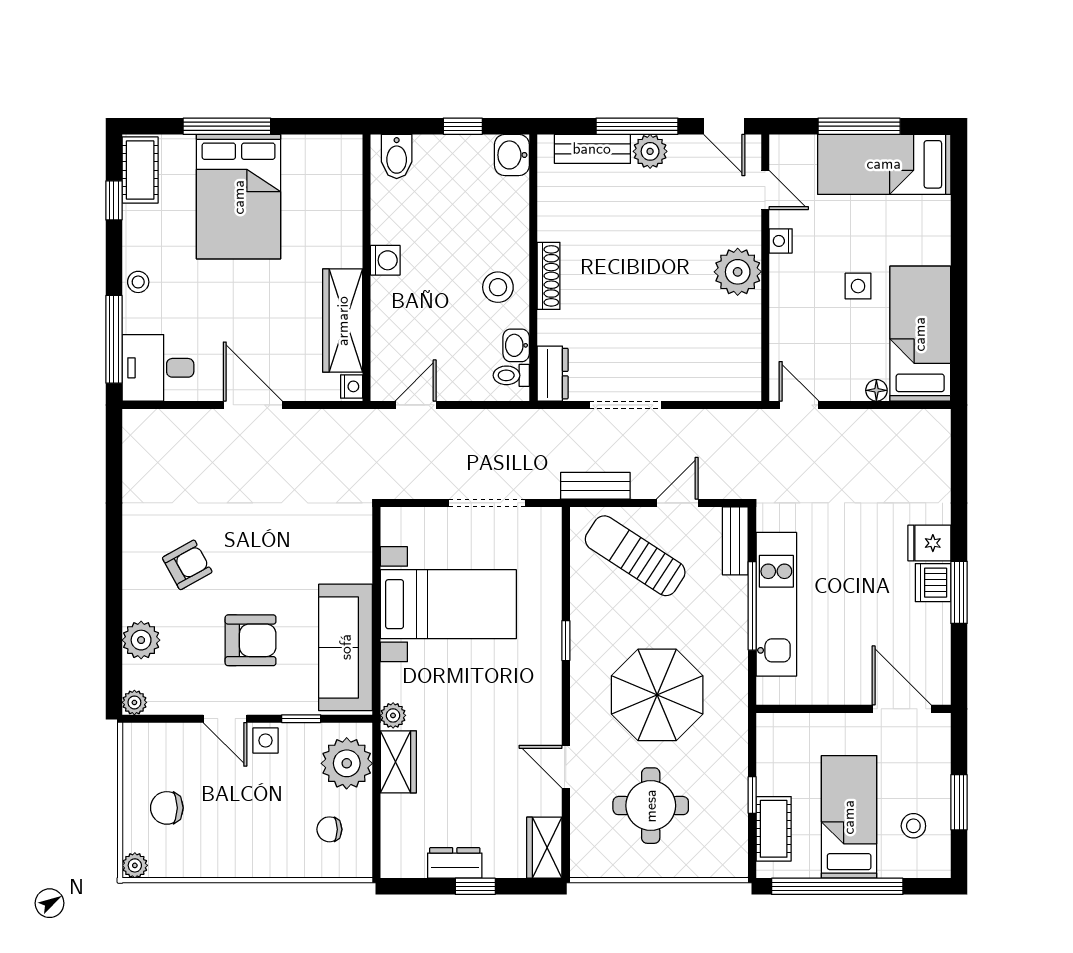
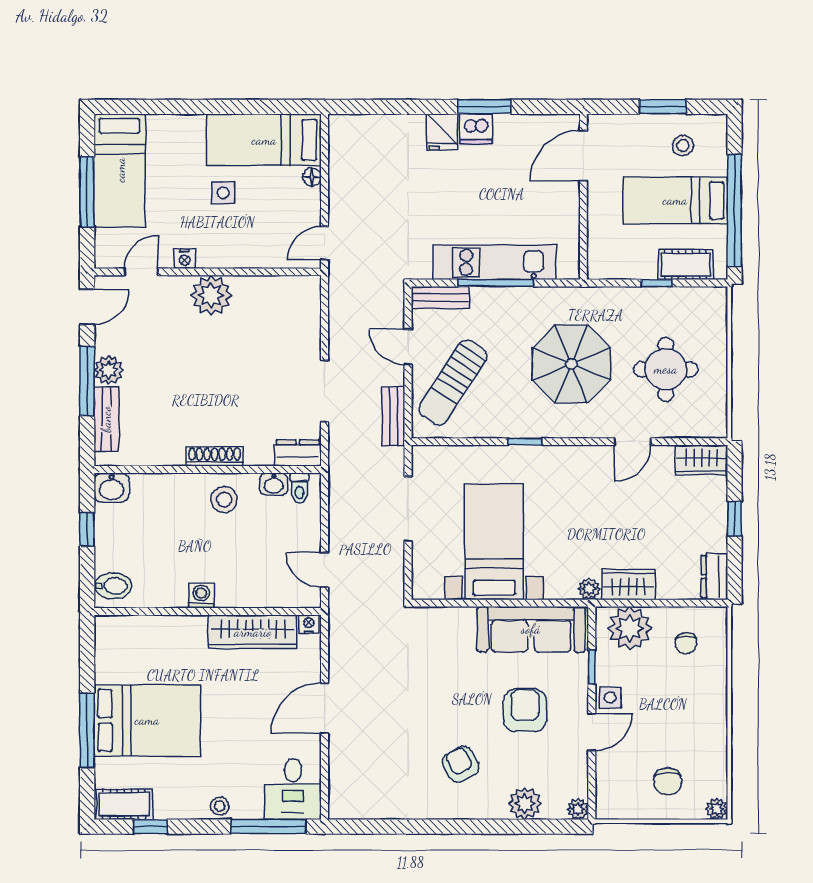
dresser: (455, 863) -> (715, 577), moved

